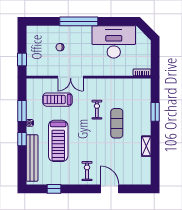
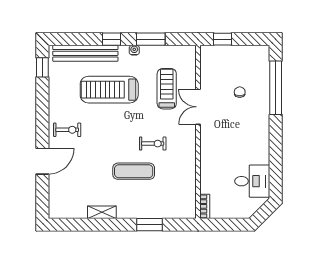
window: (79, 21) -> (276, 88), moved
desk: (114, 42) -> (252, 181), width x0.53, depth x0.77
window: (54, 189) -> (42, 67), moved

